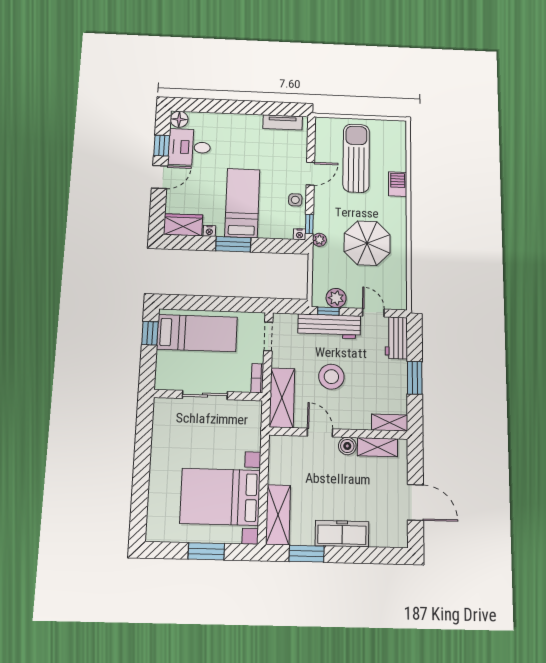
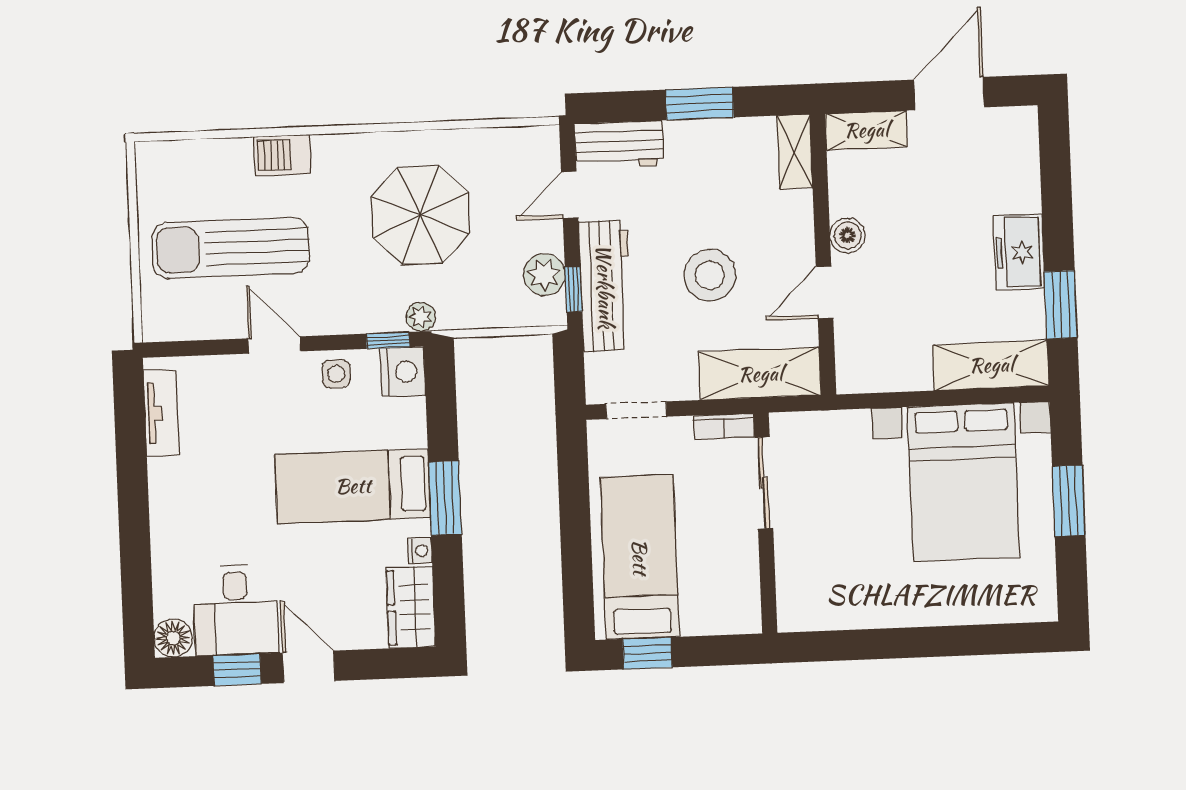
nightstand: (299, 234) -> (403, 372), width x1.89, depth x1.79
sliding door: (205, 395) -> (764, 483), moved
shelving: (377, 447) -> (866, 130), moved, turned 90
freezer: (342, 534) -> (1019, 252), width x0.71

